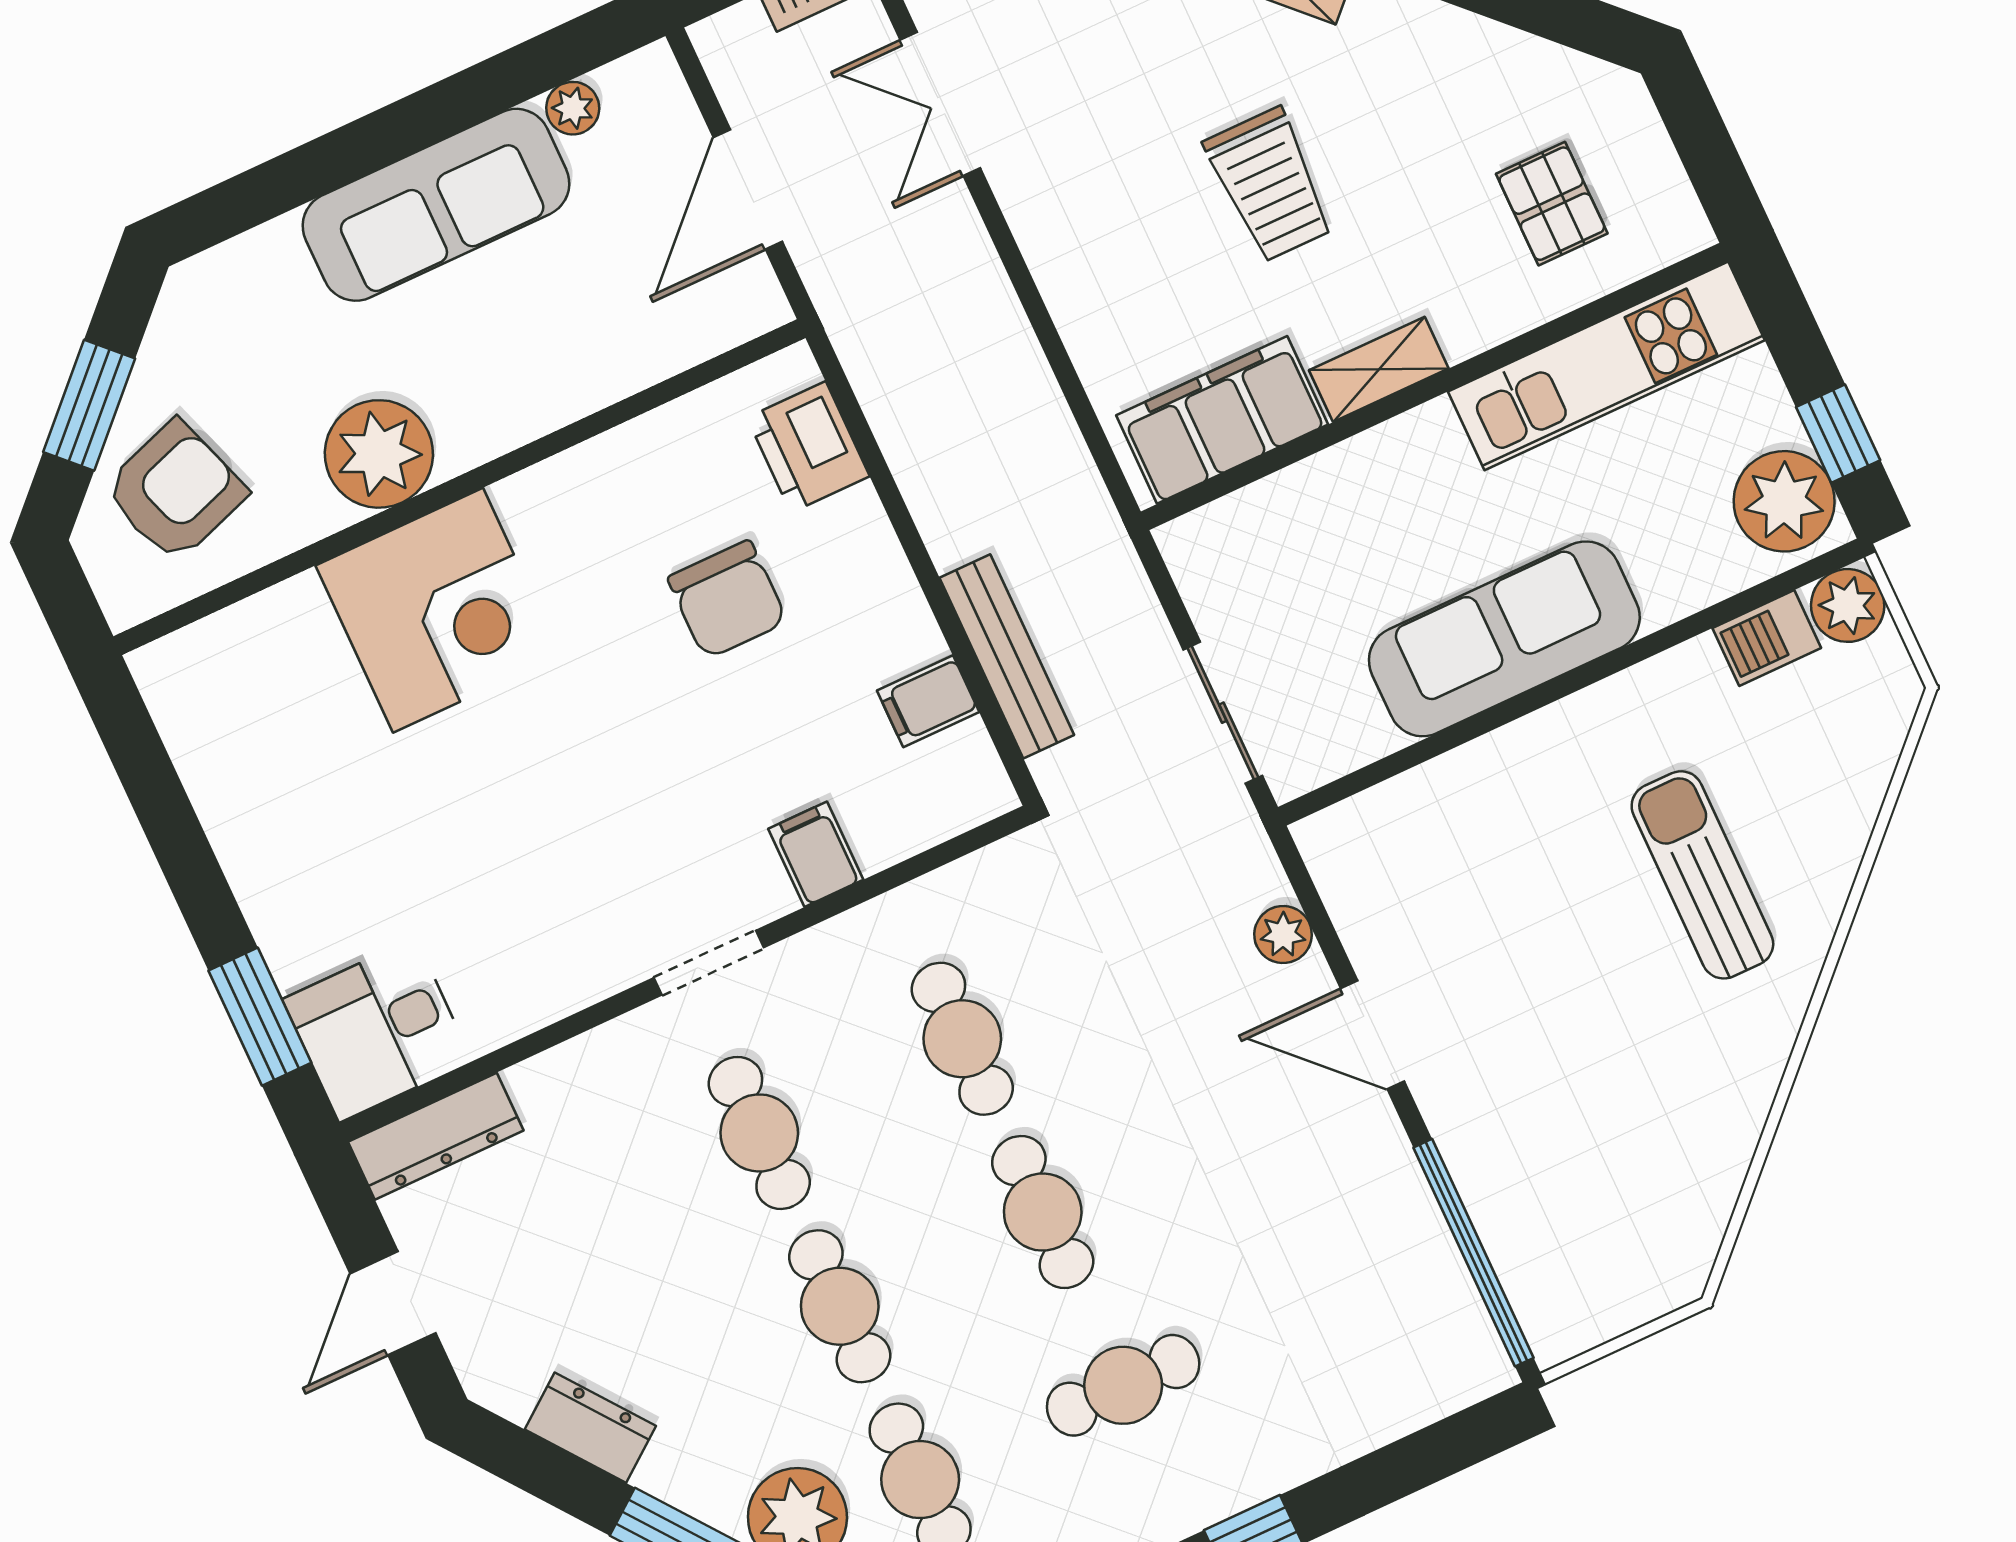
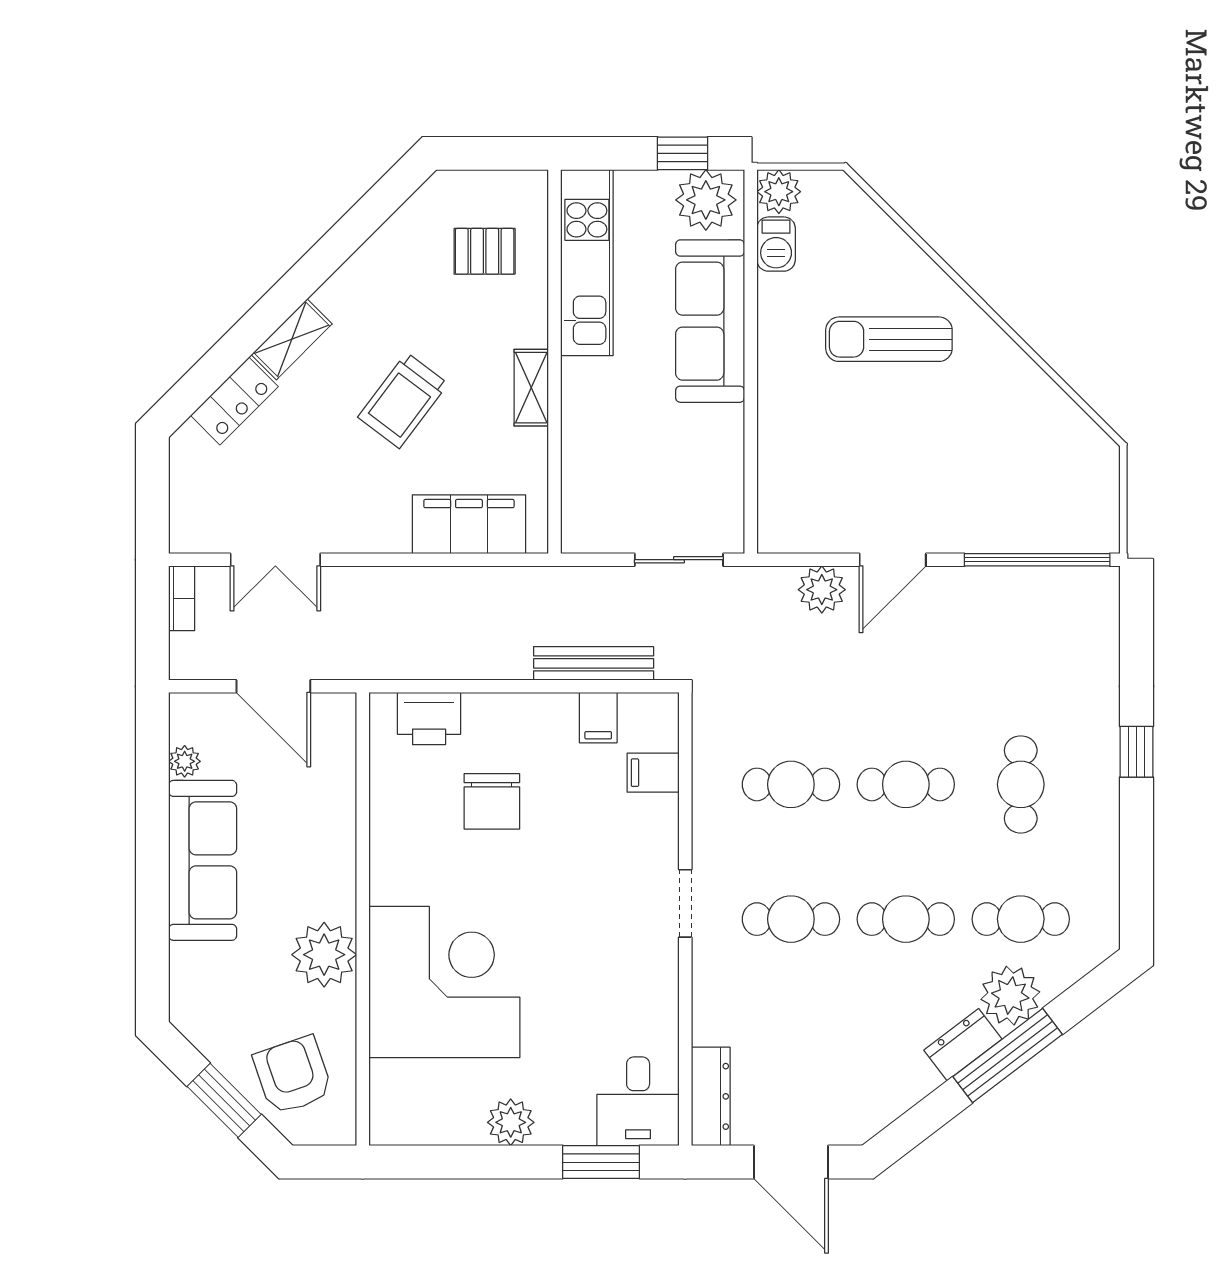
trolley: (1270, 185) -> (403, 401), turned 127
filing cabinet: (1222, 420) -> (469, 524), moved, turned 90
chair: (727, 600) -> (492, 801), turned 90
corner desk: (438, 610) -> (444, 982), width x1.36, depth x1.36
sofa: (1504, 639) -> (710, 321), moved
plant: (257, 853) -> (511, 1122), added
filing cabinet: (816, 854) -> (653, 773), moved
plant: (1283, 935) -> (822, 590), width x1.38, depth x1.38
door: (393, 1303) -> (791, 1162), width x1.38
dresser: (590, 1428) -> (963, 1045), moved

